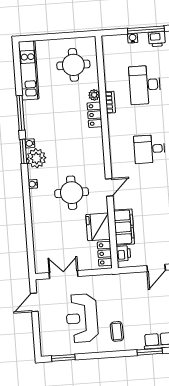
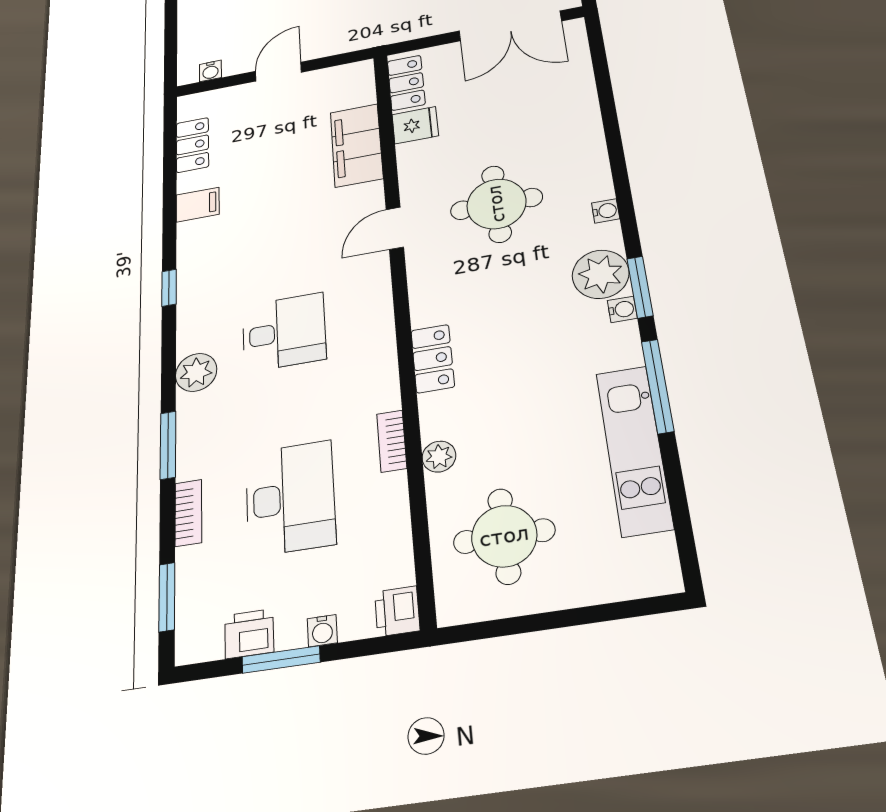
window: (146, 30) -> (281, 659), width x0.69
kitchen unit: (29, 70) -> (634, 450), moved
locker: (95, 115) -> (433, 359), moved
fridge: (98, 227) -> (415, 125), width x0.53, depth x0.75
printer: (123, 253) -> (397, 611), moved
double door: (64, 275) -> (510, 26), width x1.37

